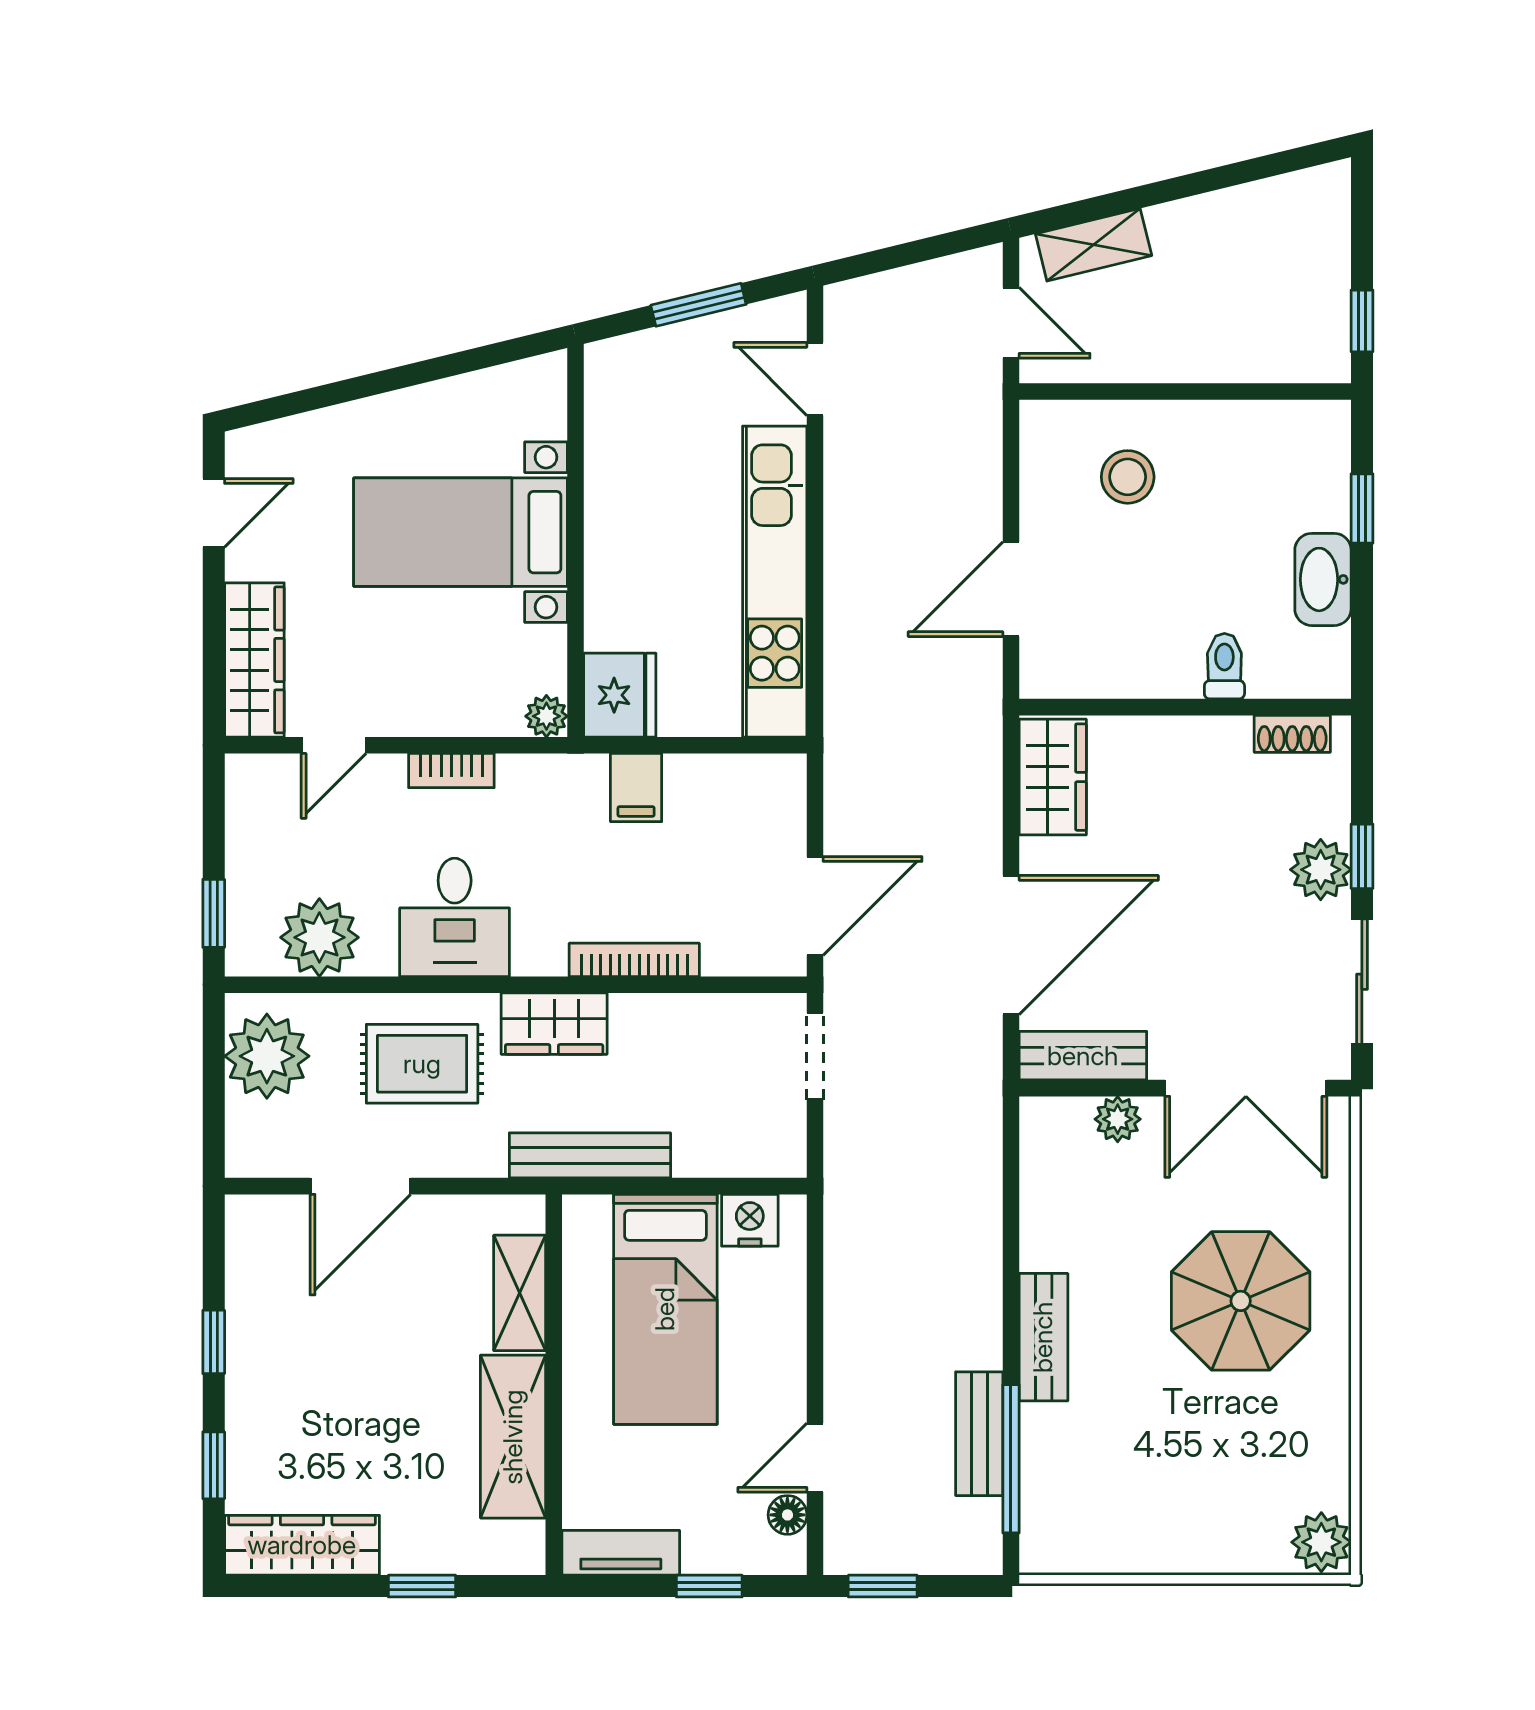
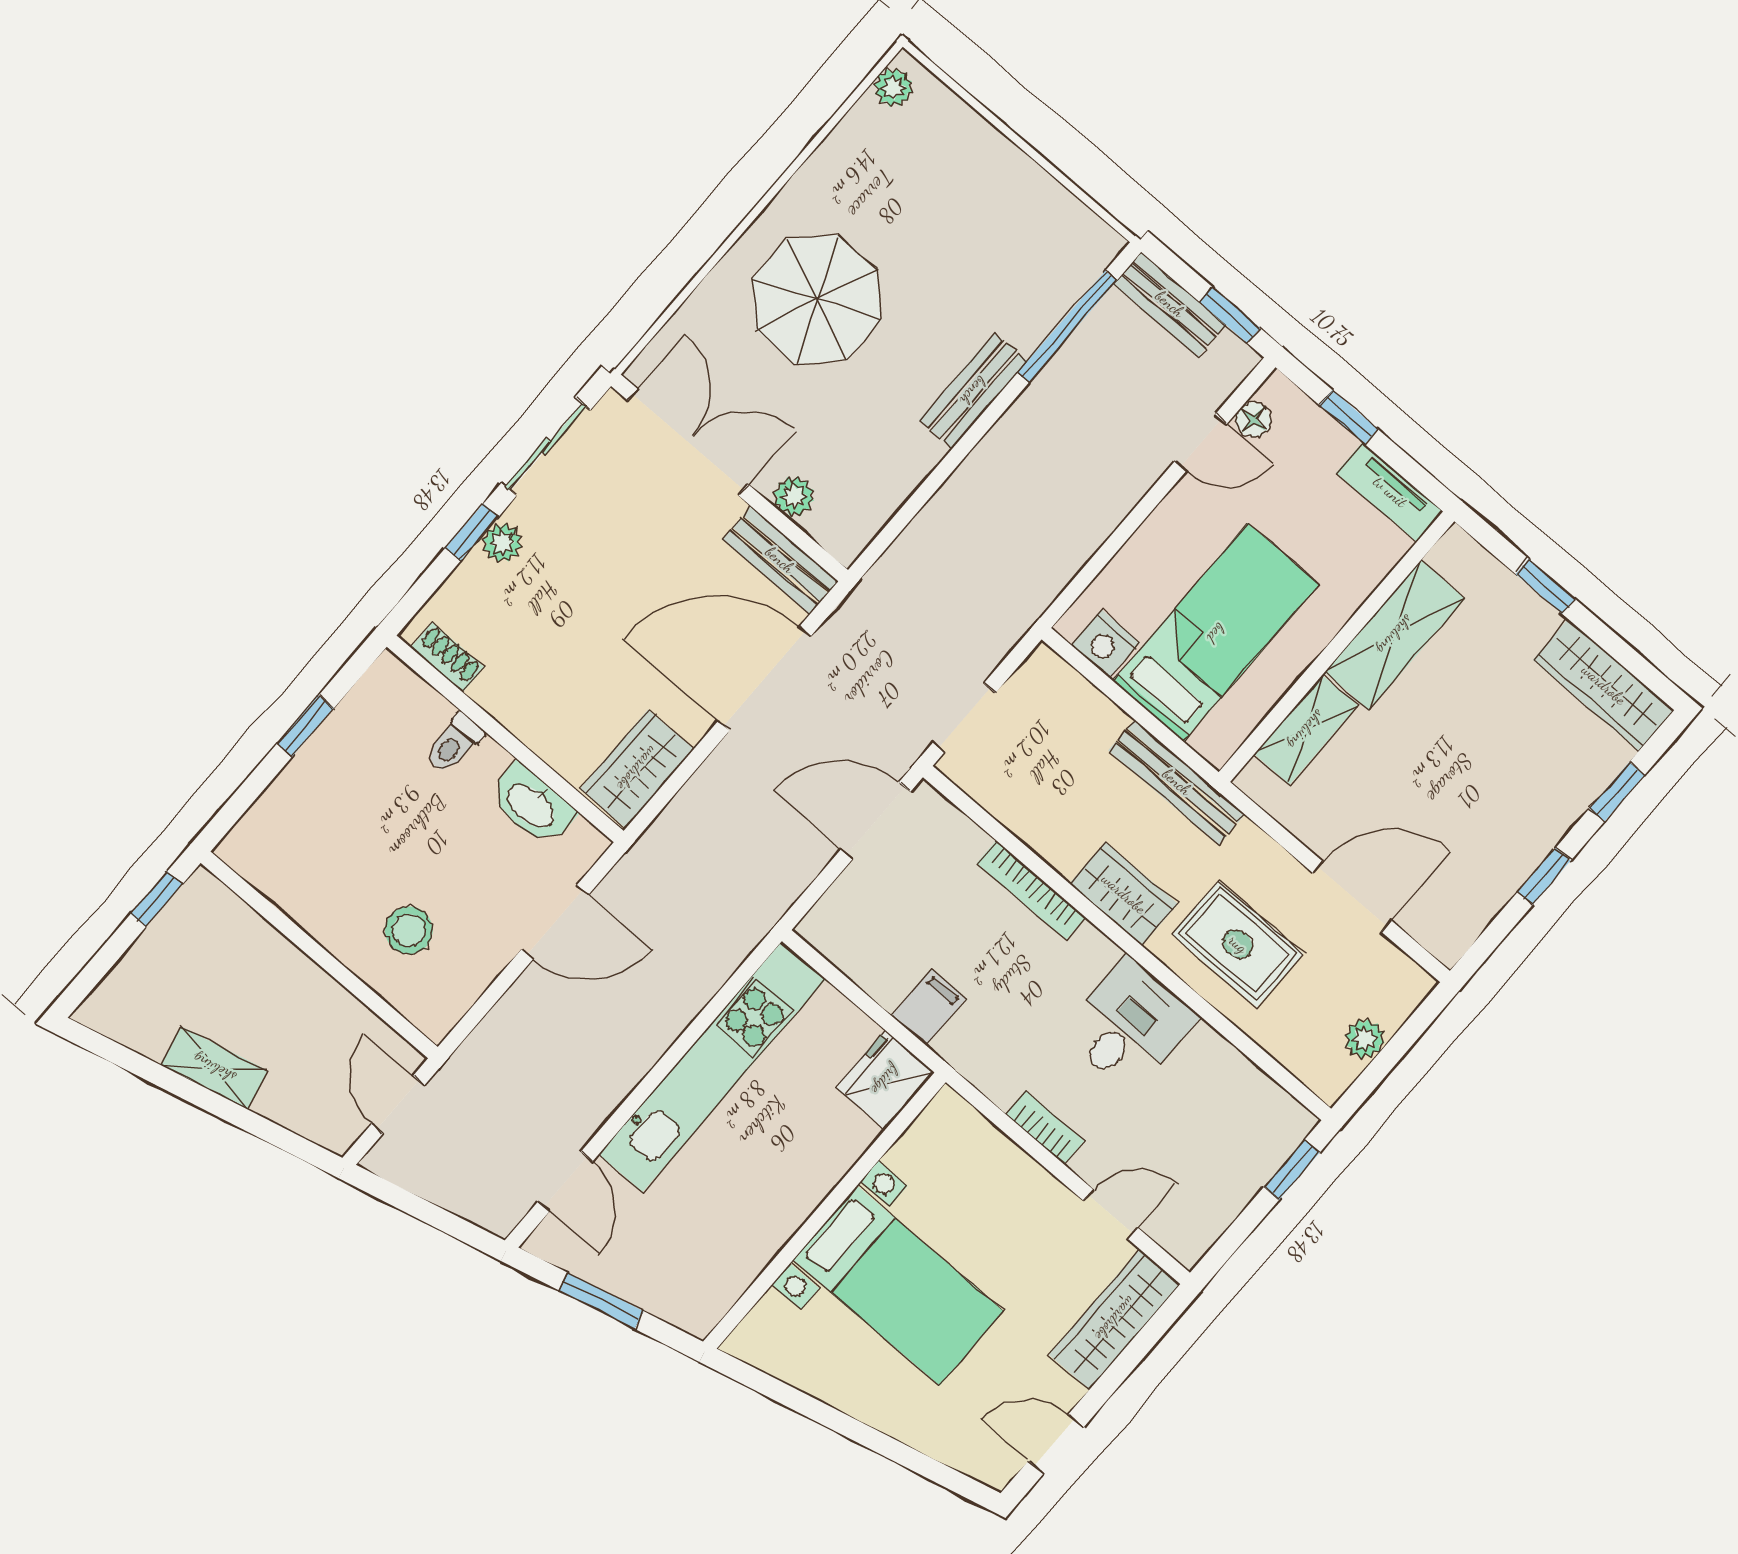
shelving: (1094, 245) -> (214, 1068), moved
window: (1362, 508) -> (305, 726), moved
washbasin: (1323, 579) -> (532, 805), moved, turned 90
plant: (546, 716) -> (948, 1109), removed
plant: (1321, 870) -> (502, 543), width x0.73, depth x0.73
plant: (319, 937) -> (1234, 1091), removed
plant: (267, 1056) -> (1365, 1039), width x0.53, depth x0.53
bench: (979, 1434) -> (1170, 304), moved, turned 90
plant: (1321, 1542) -> (893, 88), width x0.73, depth x0.73

